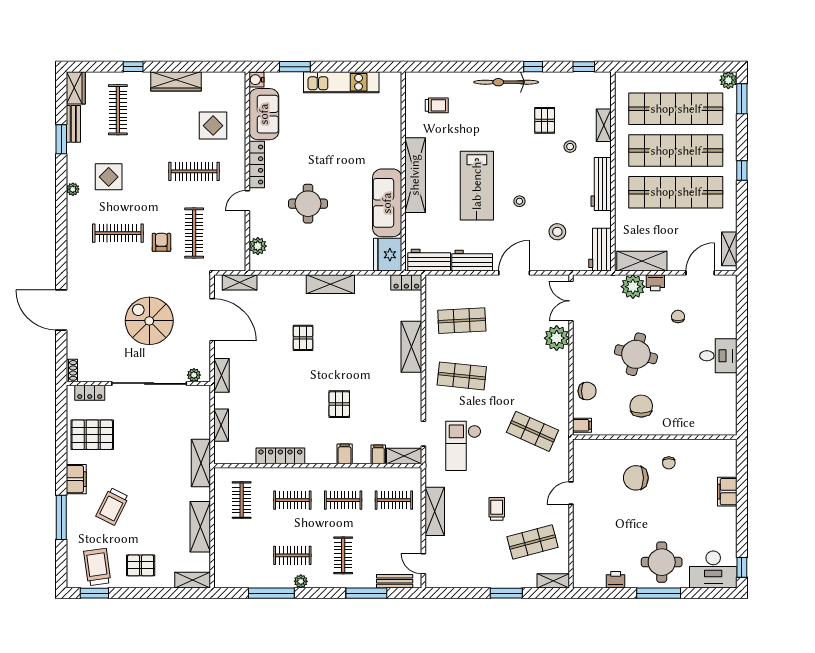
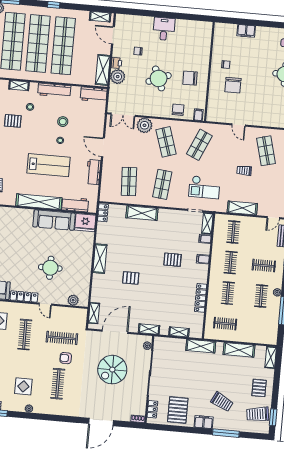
stool: (557, 232) -> (63, 122), moved
workbench: (429, 260) -> (75, 204), moved, turned 90
round table: (636, 354) -> (159, 78), turned -36
shop shelf: (533, 376) -> (166, 142), added

